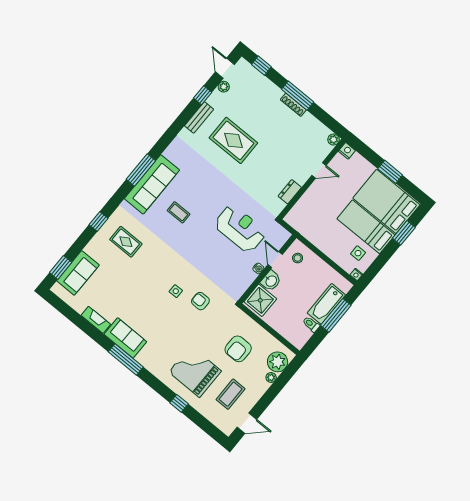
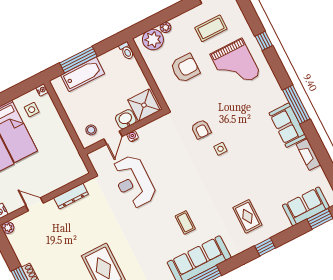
dresser: (290, 192) -> (71, 196), width x1.44
toilet: (311, 324) -> (127, 51), moved

